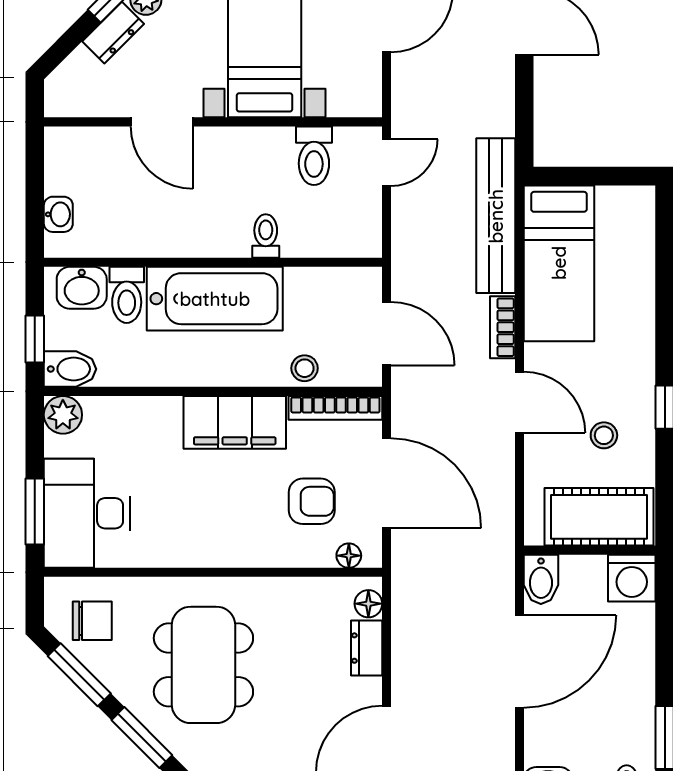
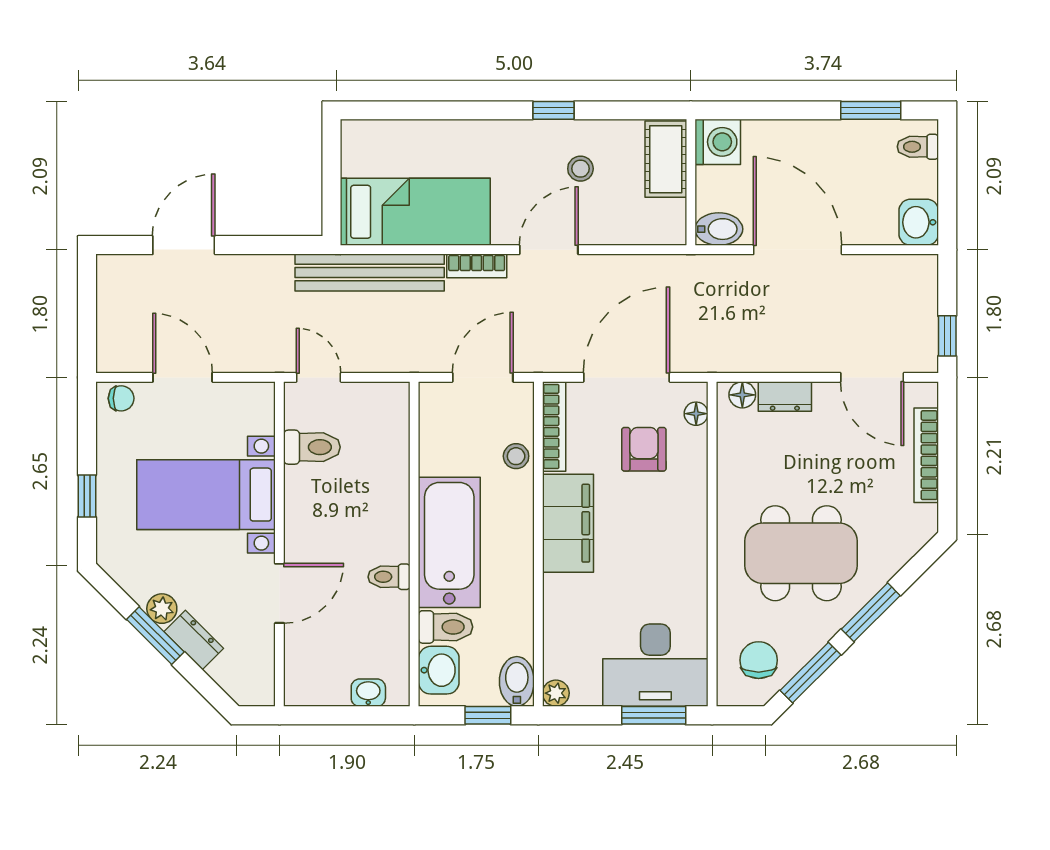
toilet: (266, 236) -> (389, 577), moved
plant: (63, 415) -> (556, 693), width x0.73, depth x0.73
cot: (599, 517) -> (666, 159), width x0.73, depth x0.75

